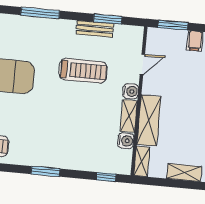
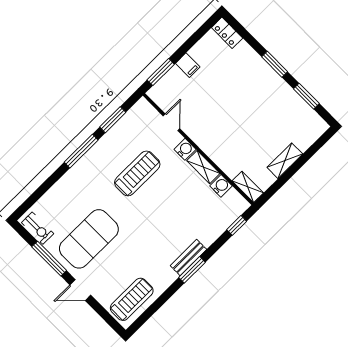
window: (40, 13) -> (81, 151), moved
bench: (95, 29) -> (188, 258), moved
shelving: (149, 121) -> (220, 154), removed

